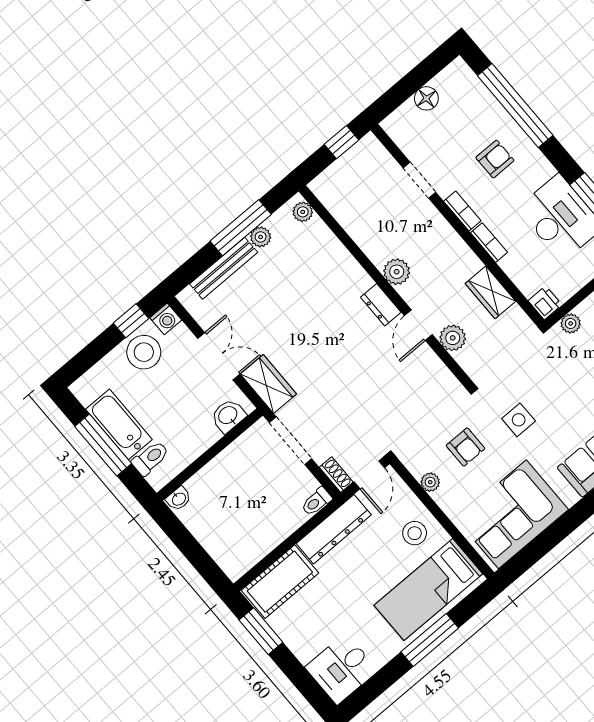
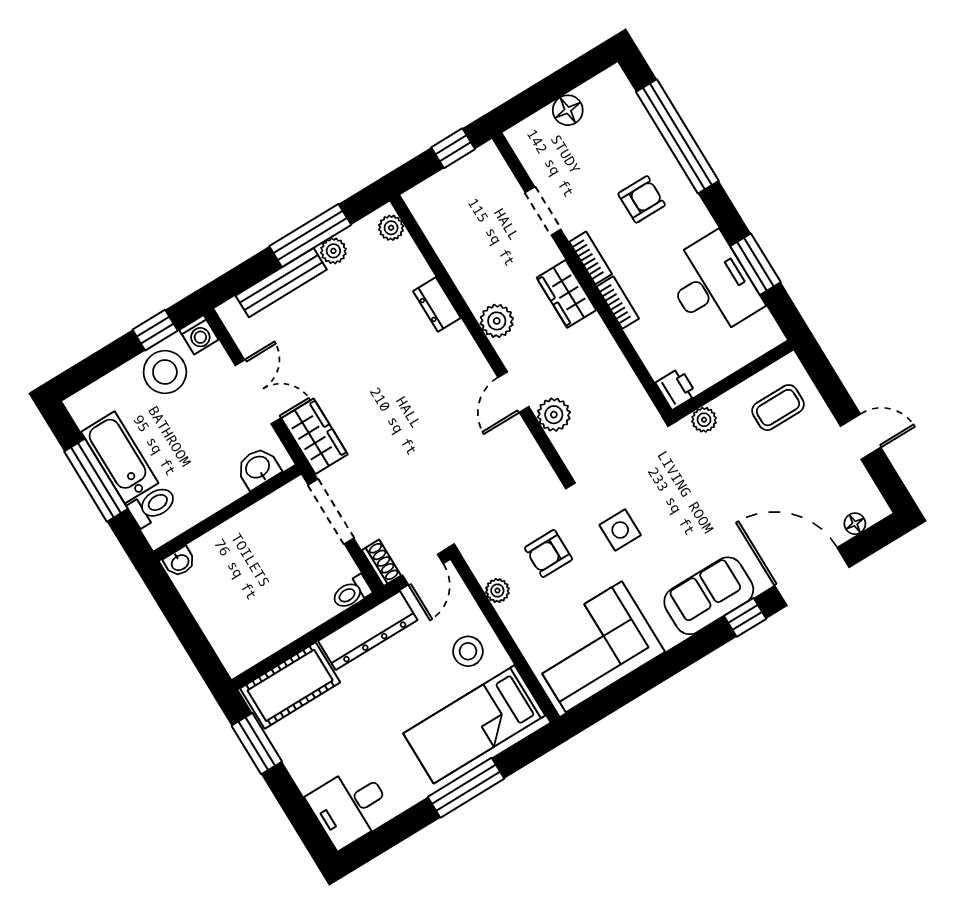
wardrobe: (490, 292) -> (566, 294), moved
dresser: (381, 305) -> (437, 305), moved
armchair: (465, 447) -> (548, 554), turned 90

